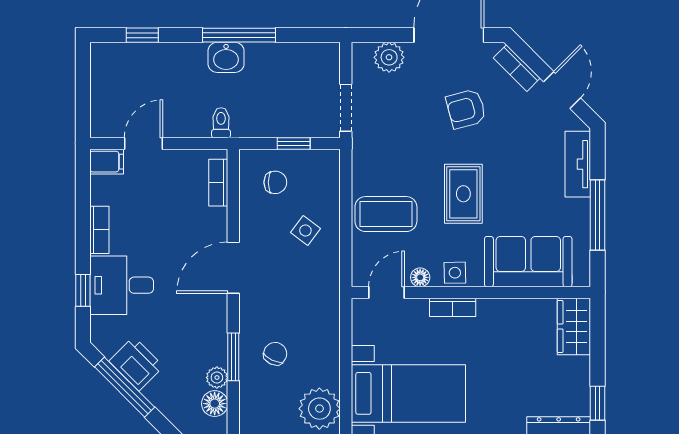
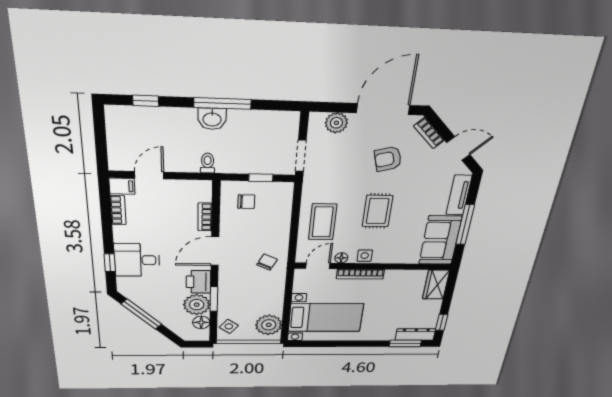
door: (562, 90) -> (458, 149), hinge flipped
bookcase: (218, 183) -> (205, 217), moved
coffee table: (386, 214) -> (323, 222), turned 90
bookcase: (99, 230) -> (118, 210), moved
side table: (305, 230) -> (229, 326), moved
sofa: (528, 262) -> (440, 240), moved, turned -90
bookcase: (453, 307) -> (360, 274), width x1.56
chair: (275, 354) -> (267, 262), moved
printer: (136, 364) -> (198, 282), moved, turned -135
plant: (217, 378) -> (197, 305), width x1.88, depth x1.88

